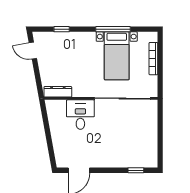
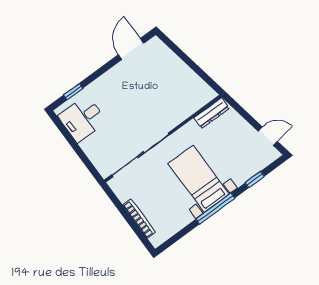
window: (113, 29) -> (215, 209), moved
bed with nightstands: (117, 56) -> (199, 179), moved
desk: (80, 115) -> (82, 119), moved, turned 90

